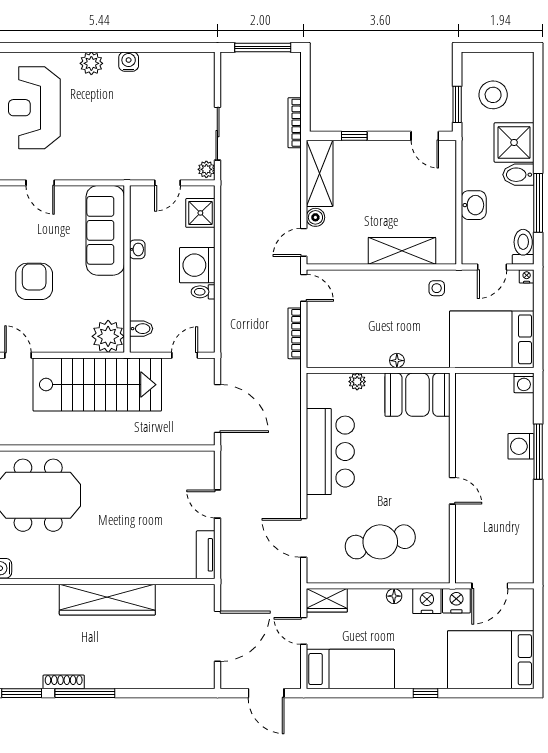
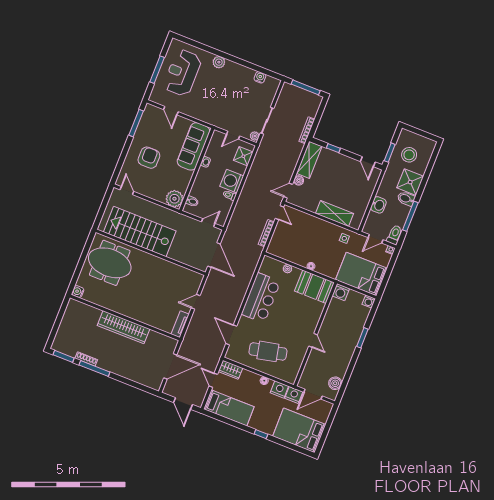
water cooler: (129, 62) -> (260, 77), moved
stairs: (97, 385) -> (140, 231), moved, turned 180
washing machine: (521, 446) -> (341, 292), moved, turned -90
window: (538, 452) -> (362, 338), width x0.69
door: (217, 504) -> (196, 302), hinge flipped
boiler: (522, 551) -> (335, 383), added

